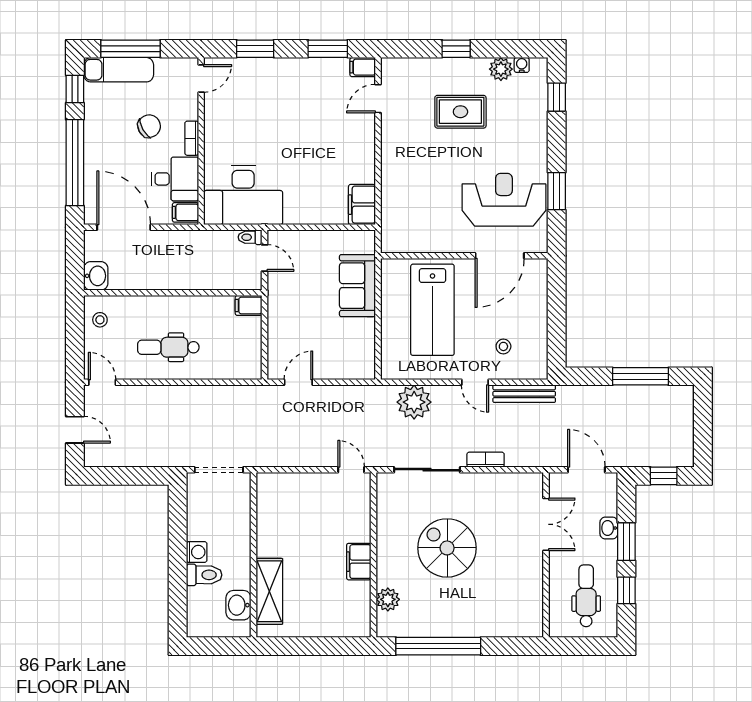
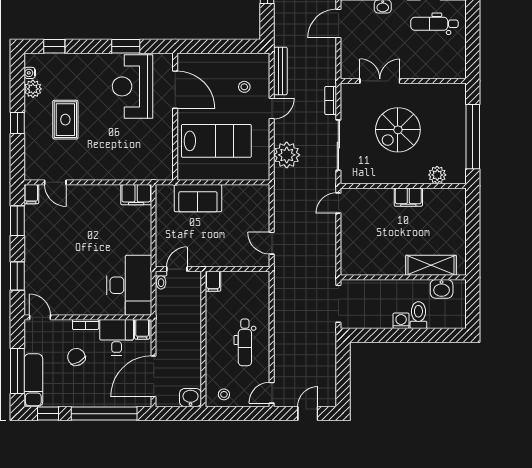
double door: (546, 524) -> (380, 81), moved
wall: (546, 555) -> (403, 81), moved

